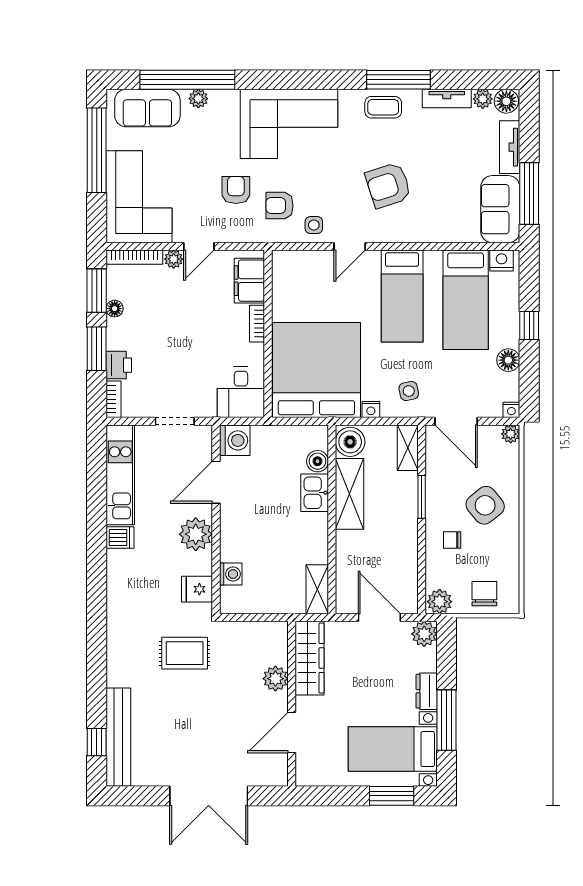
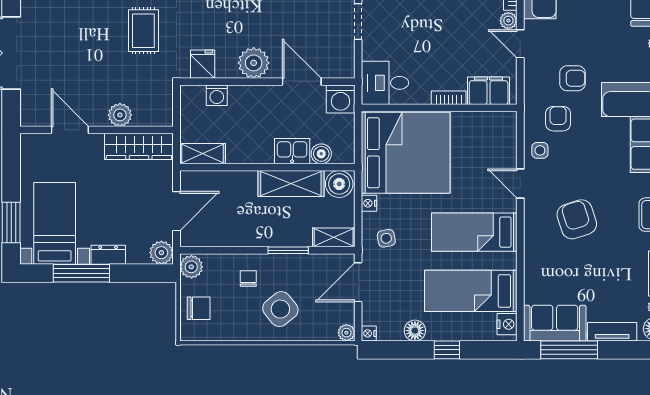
washing machine: (235, 440) -> (340, 99), moved
door: (216, 482) -> (302, 82), moved
wall: (216, 519) -> (267, 82), moved
plant: (196, 534) -> (254, 63), moved
washing machine: (231, 574) -> (217, 95), moved
fridge: (197, 589) -> (203, 64), moved

